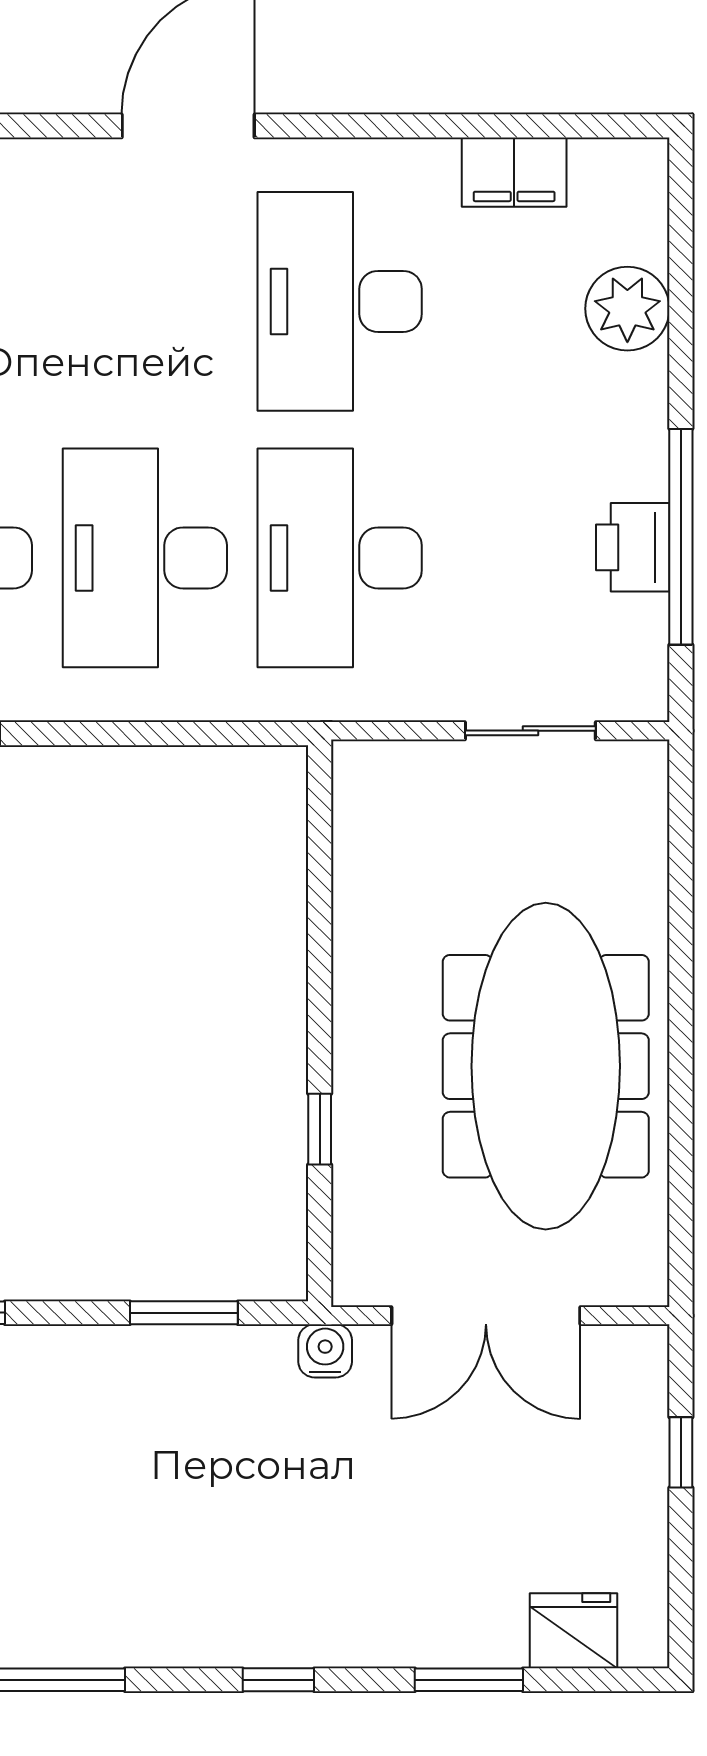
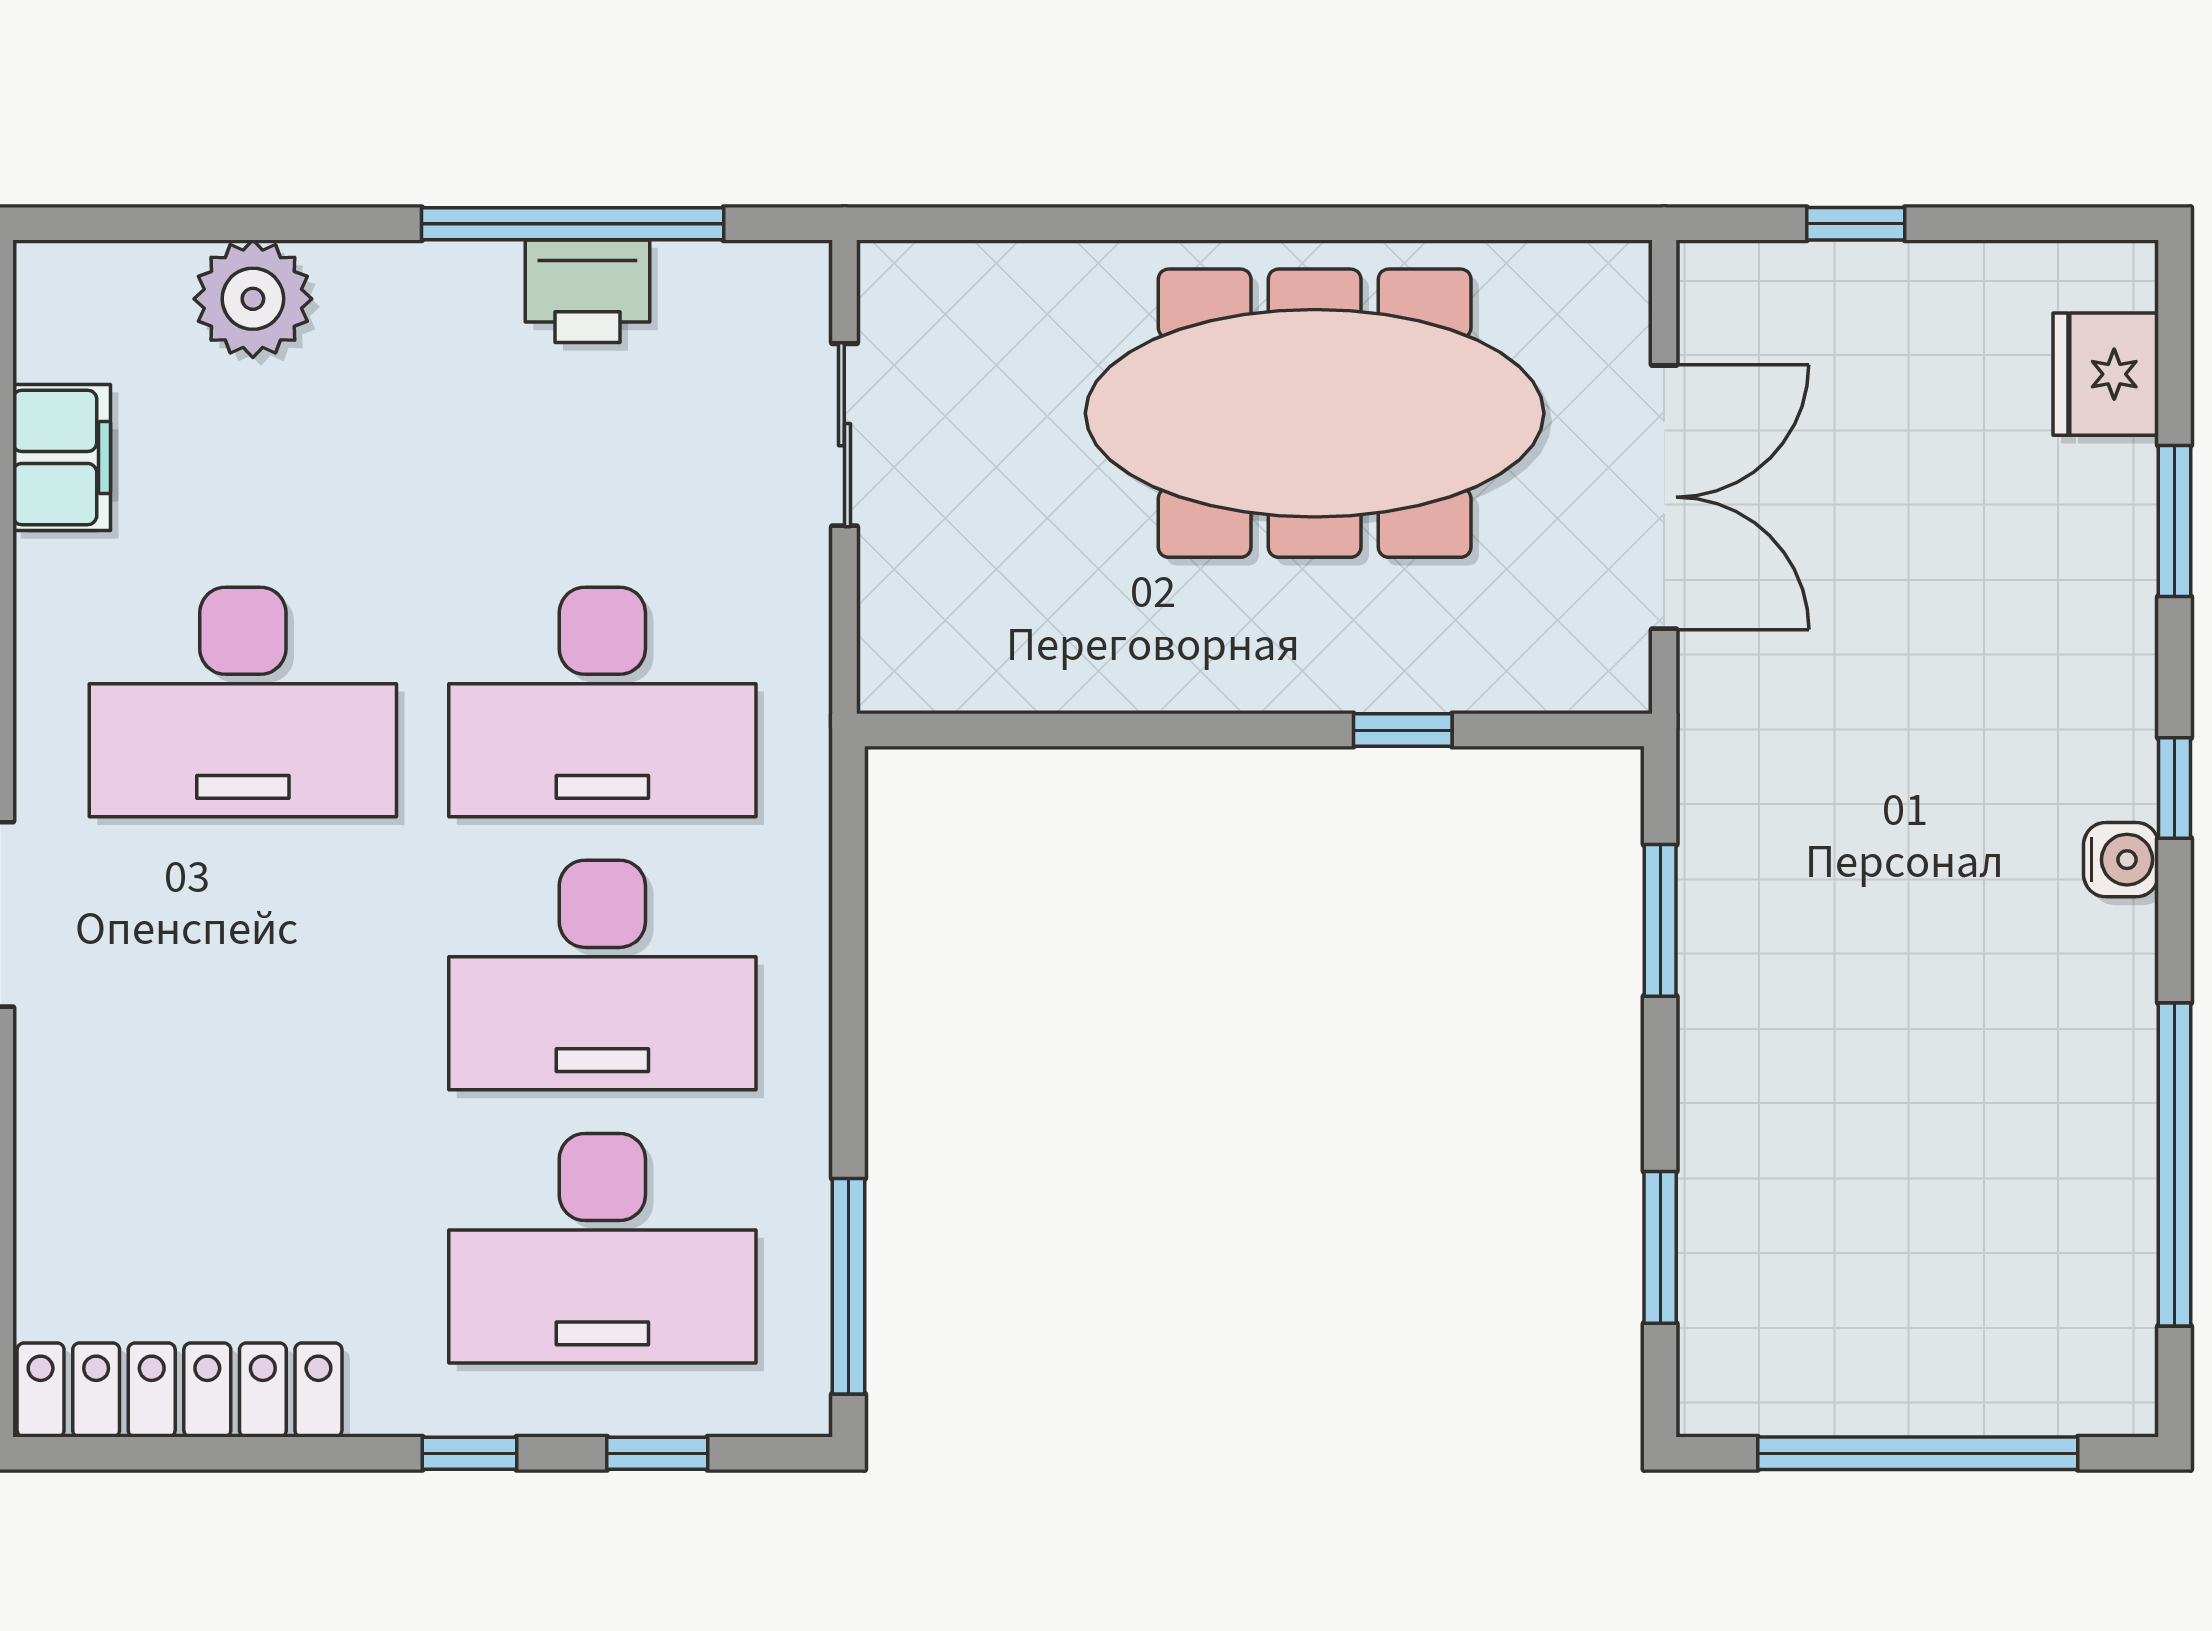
water cooler: (325, 1351) -> (2121, 860), moved, turned 180

